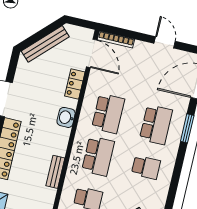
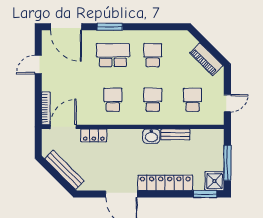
school desk: (108, 113) -> (113, 100), width x0.54
washbasin: (66, 117) -> (151, 136), moved
school desk: (98, 156) -> (153, 100), width x0.54

